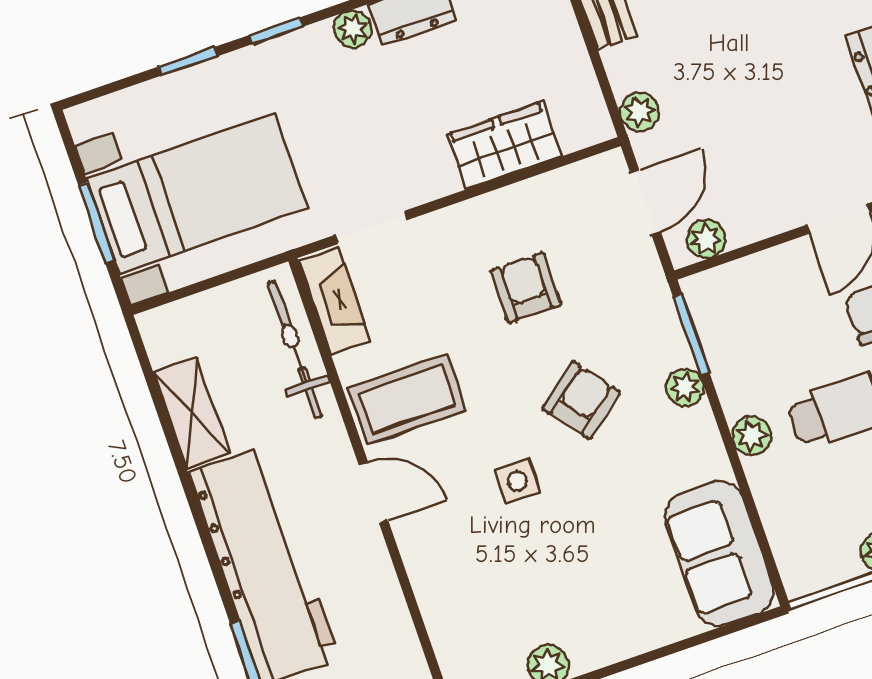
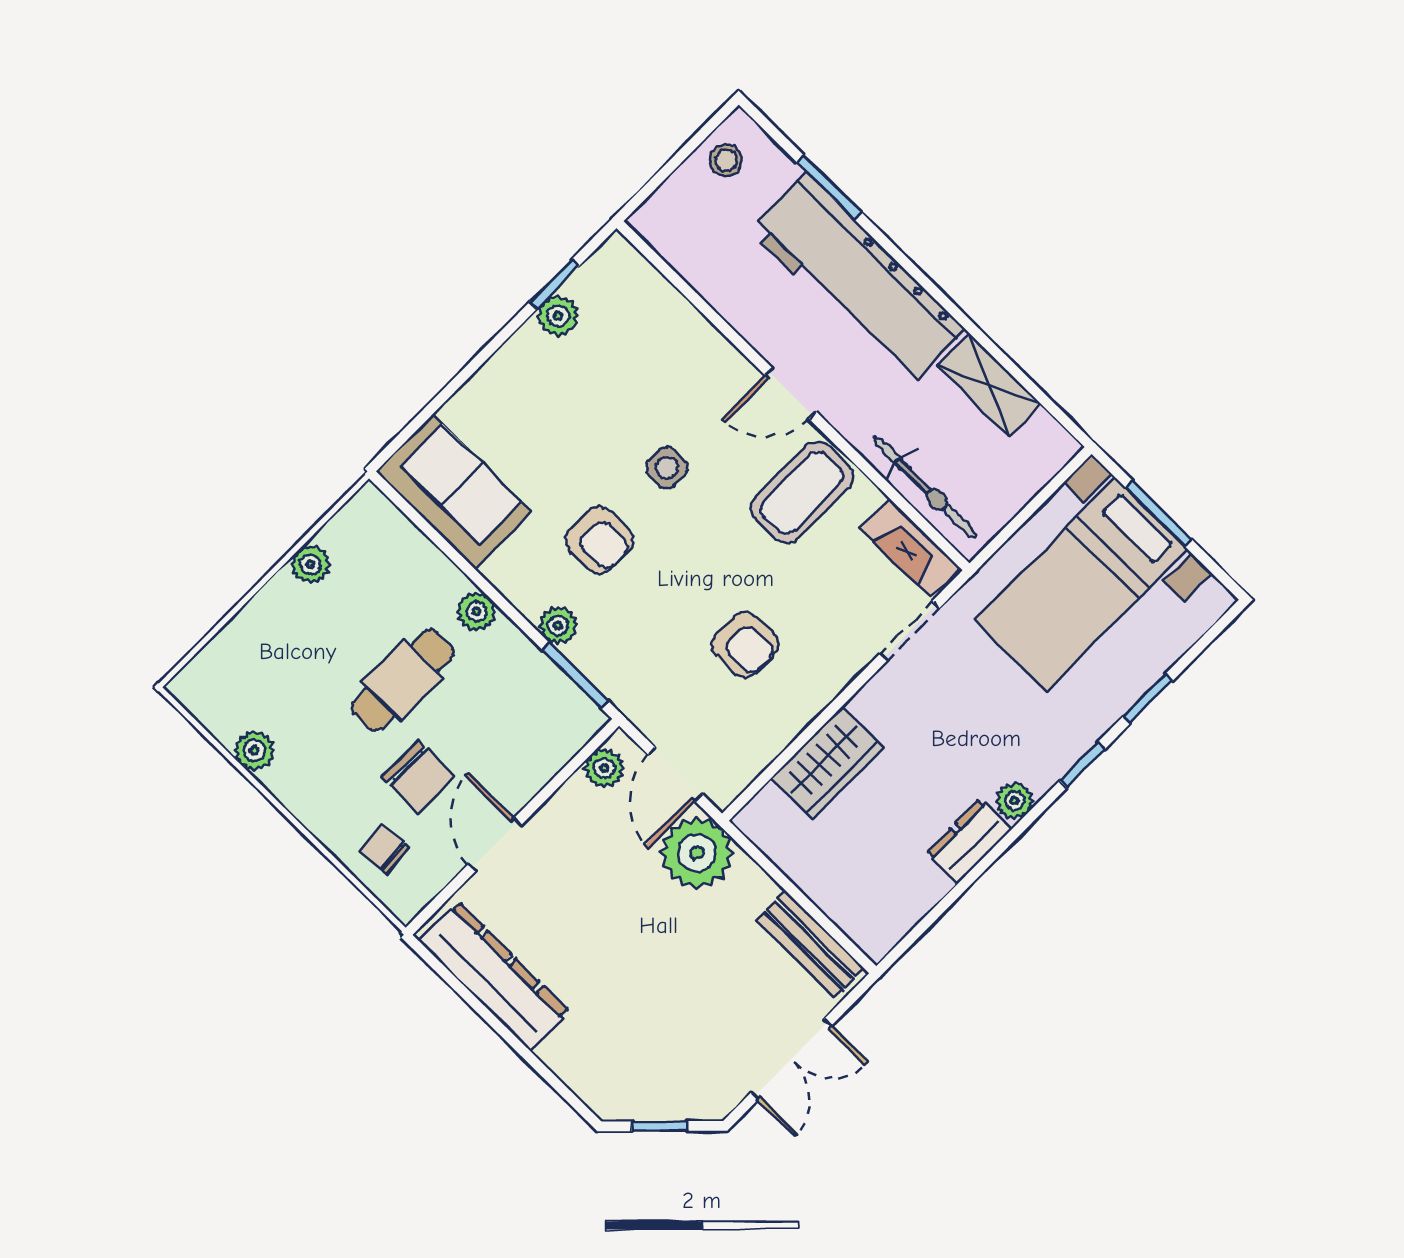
plant: (639, 112) -> (697, 853), width x1.88, depth x1.88
armchair: (581, 400) -> (599, 540), moved, turned -52

